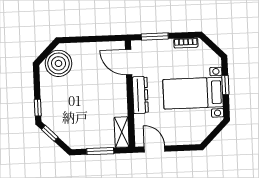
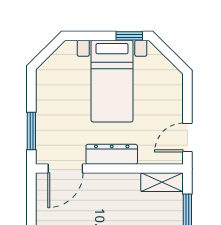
bookcase: (186, 43) -> (42, 88), removed
window: (225, 85) -> (129, 36), moved

